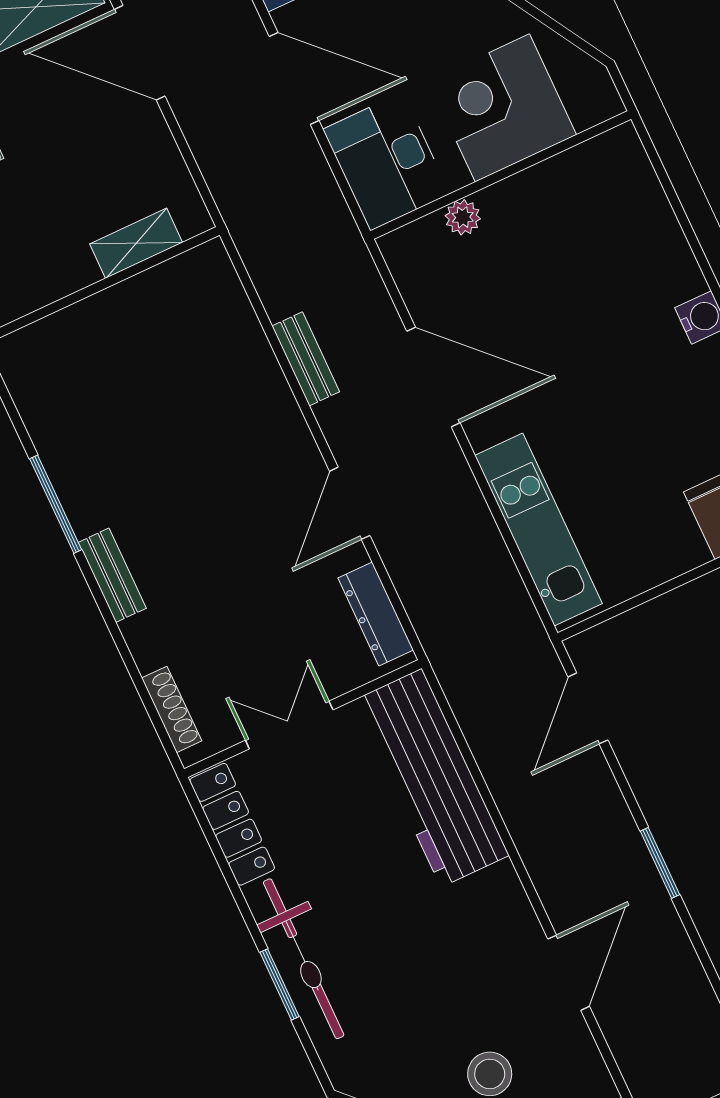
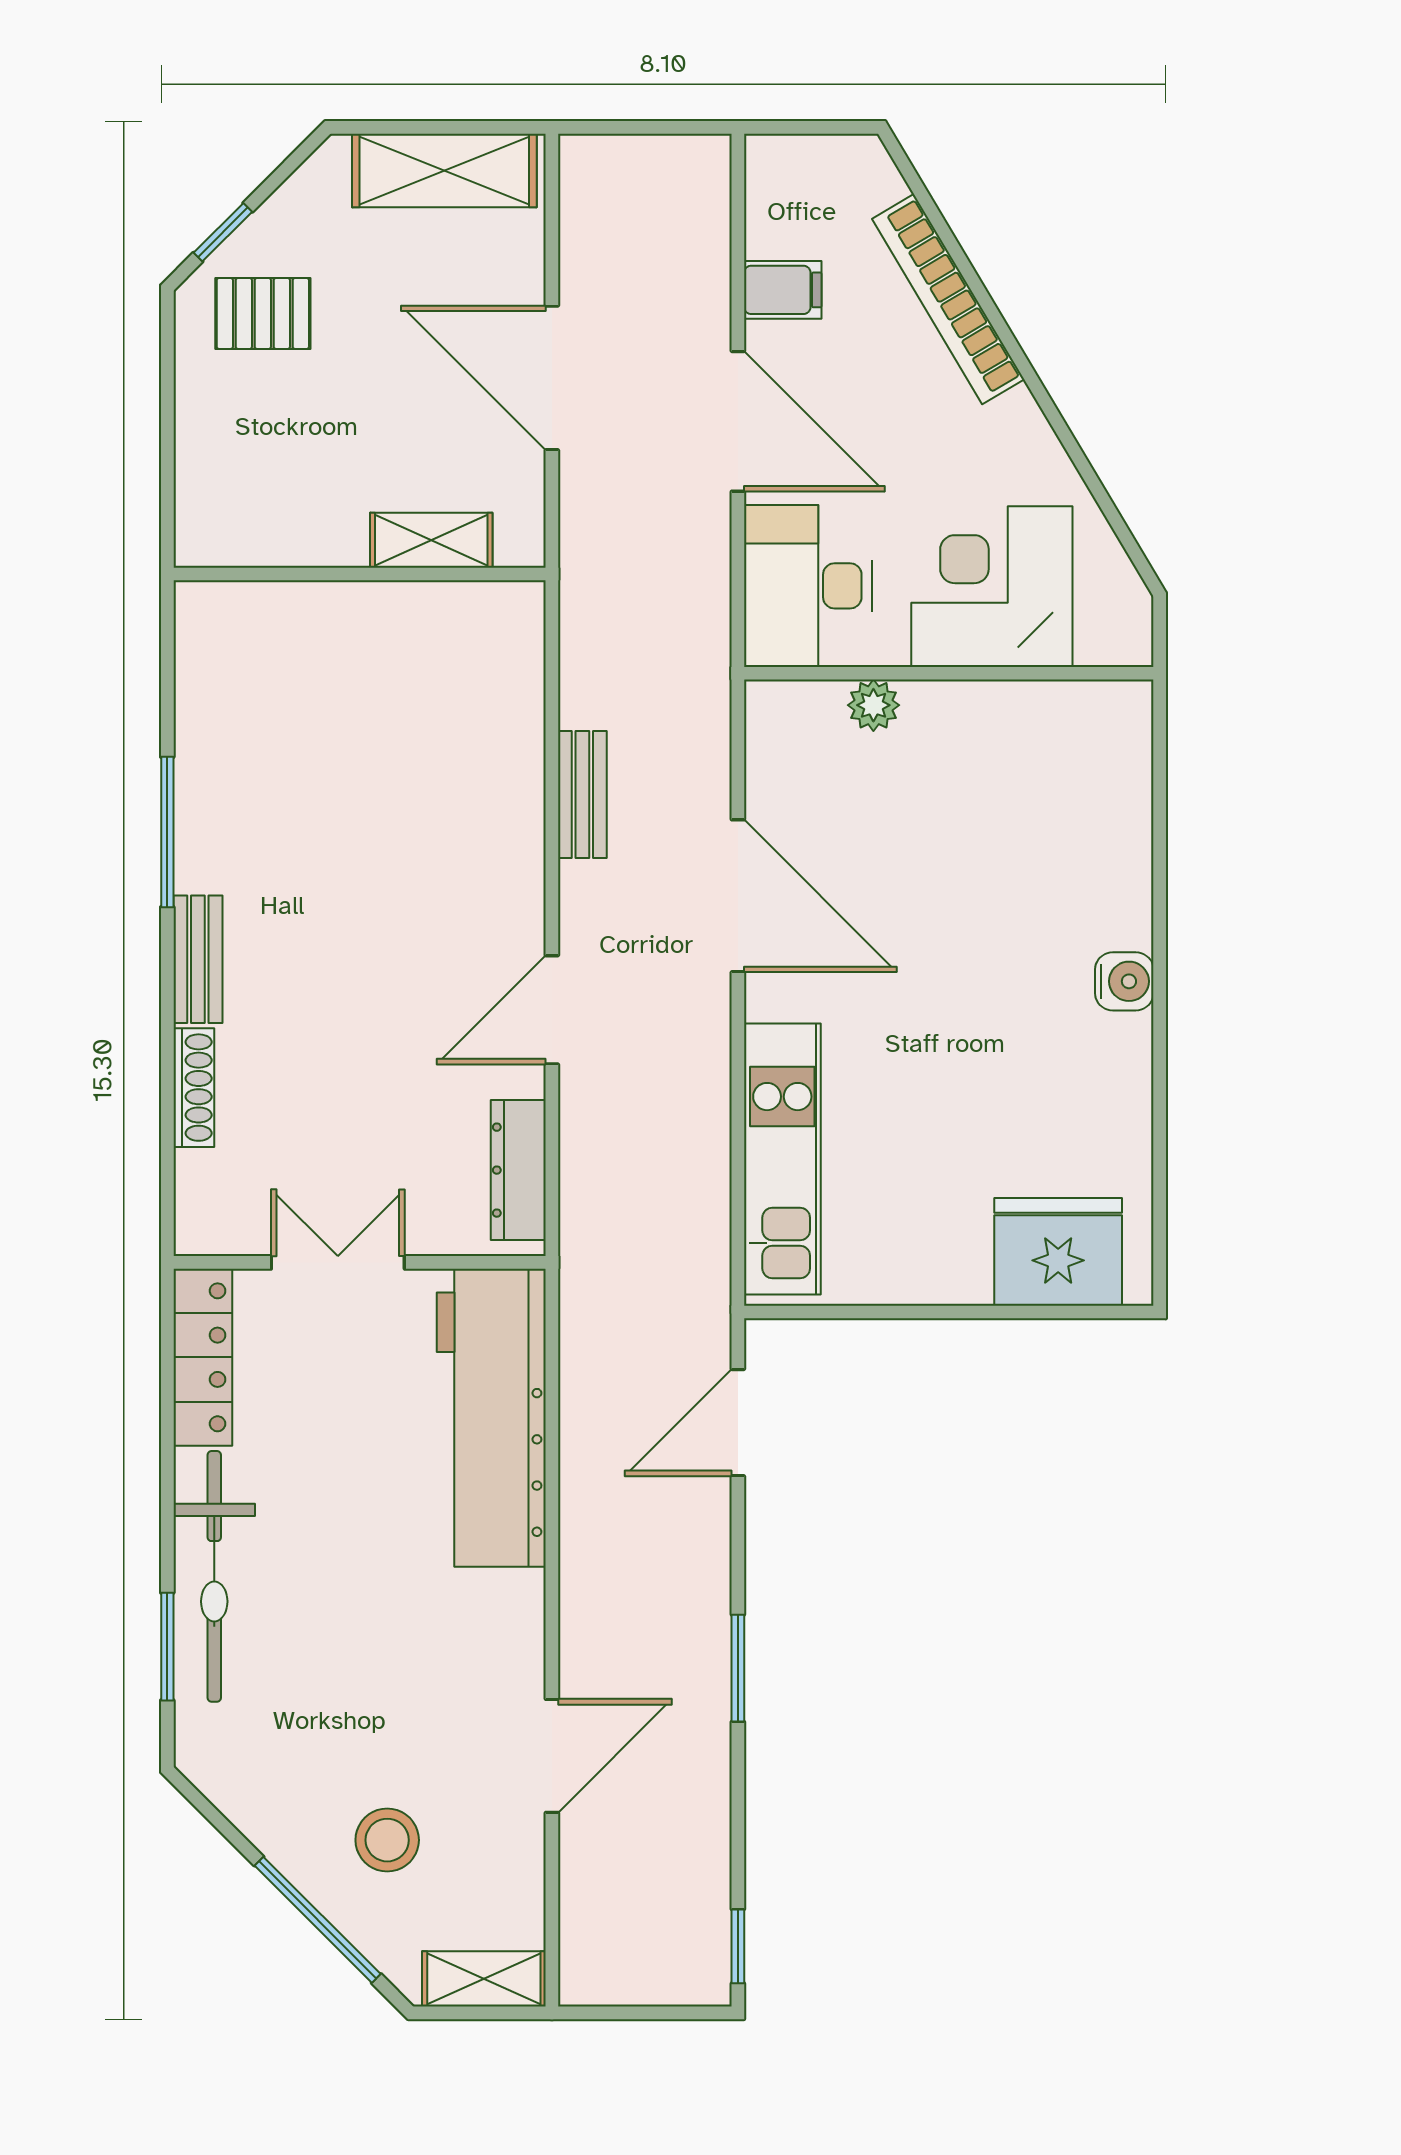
door: (140, 53) -> (552, 378), moved
shoe rack: (172, 709) -> (194, 1088), moved
window: (280, 984) -> (167, 1647), moved

